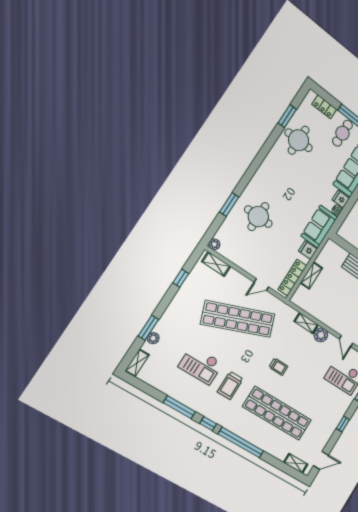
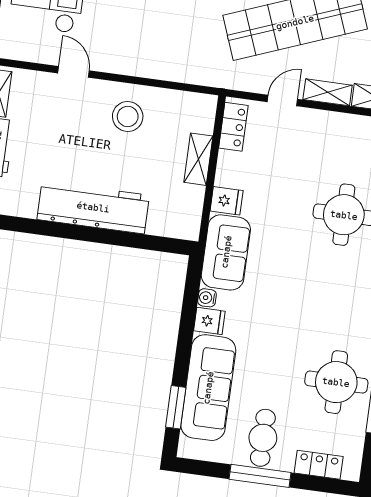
locker: (292, 278) -> (233, 127), width x0.66
stool: (333, 310) -> (128, 116), added
shelving: (306, 323) -> (328, 92), moved
plant: (321, 335) -> (128, 62), removed

